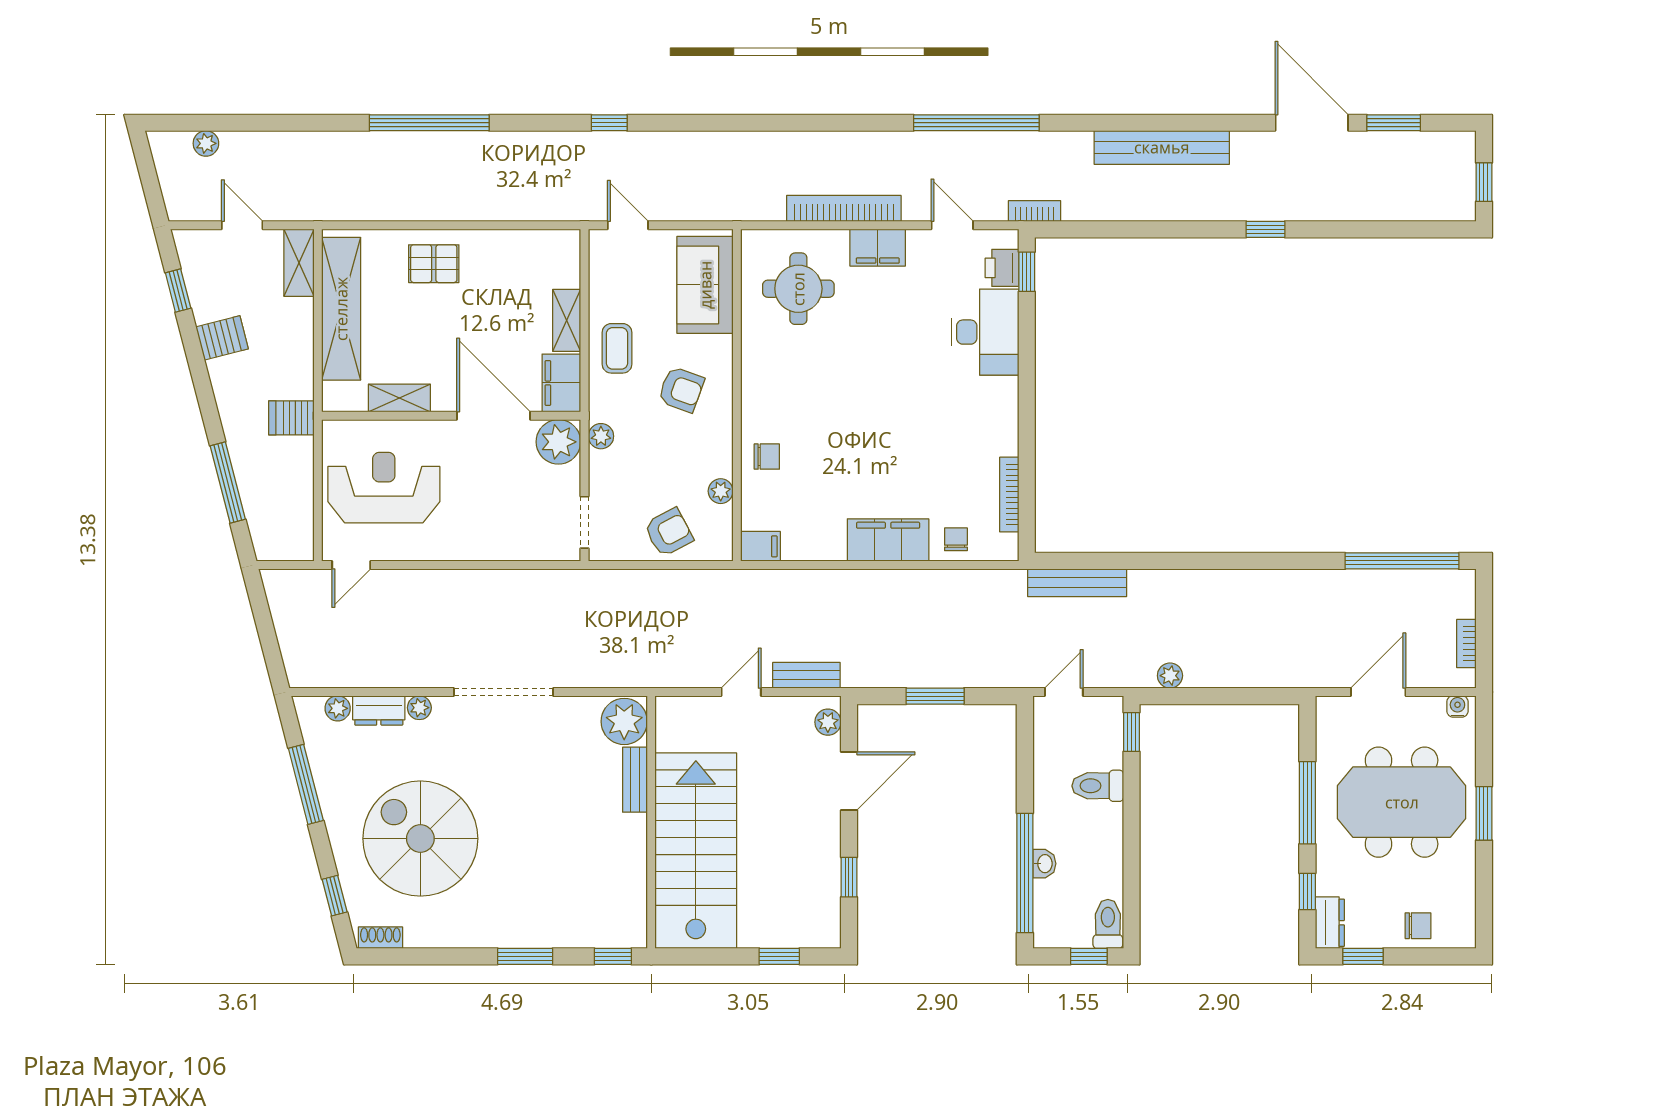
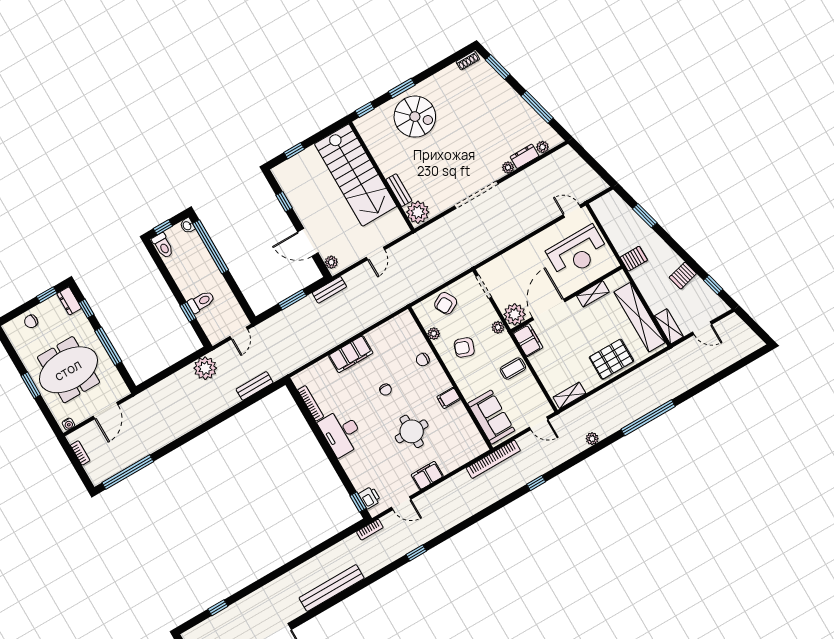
window: (609, 123) -> (536, 483), moved
window: (976, 123) -> (416, 553), width x0.32
plant: (206, 143) -> (592, 439), moved
bookcase: (844, 208) -> (493, 459), moved
window: (1265, 229) -> (218, 608), moved
pallet: (434, 264) -> (611, 359), width x1.50, depth x1.42
round table: (798, 289) -> (412, 431), moved
shelving: (567, 320) -> (569, 395), moved, turned 90
desk: (985, 332) -> (341, 432), moved
coffee table: (617, 348) -> (513, 368), turned 90
armchair: (681, 389) -> (464, 347), moved
door: (494, 416) -> (549, 309), swing flipped
window: (228, 482) -> (645, 216), width x0.69
chair: (956, 539) -> (386, 390), moved
filing cabinet: (761, 546) -> (449, 398), moved
door: (351, 565) -> (572, 211), hinge flipped
bench: (1077, 583) -> (255, 386), width x0.73
bench: (806, 675) -> (329, 290), moved
plant: (1170, 676) -> (205, 368), width x1.88, depth x1.88
window: (1132, 732) -> (188, 312), moved
door: (849, 781) -> (308, 242), hinge flipped
spiral stairs: (420, 839) -> (415, 117), moved, width x0.73, depth x0.73
washbasin: (1044, 864) -> (187, 226), moved
window: (335, 896) -> (498, 67), width x1.50

